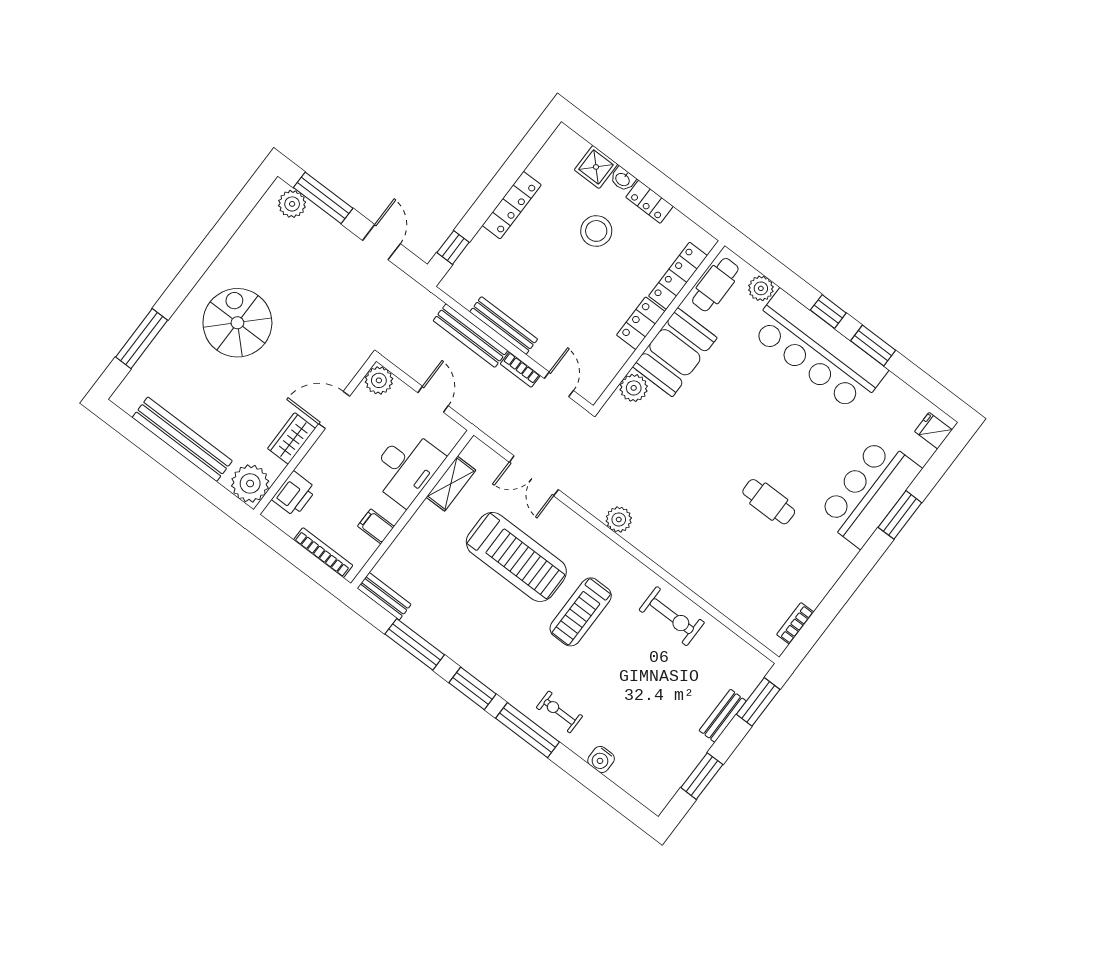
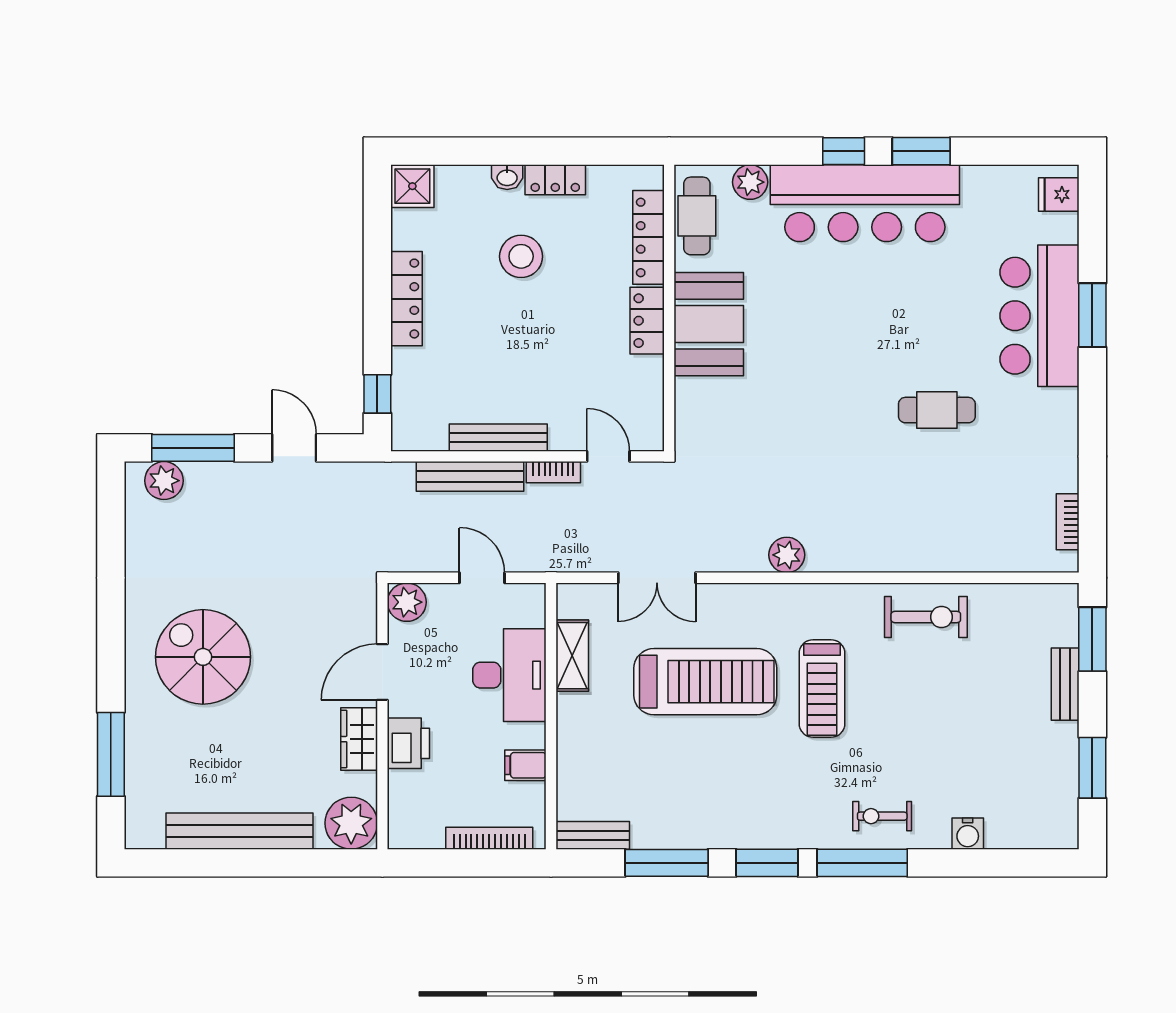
shower: (596, 167) -> (412, 186), moved
plant: (634, 388) -> (693, 398), removed
printer: (294, 494) -> (408, 743), moved

